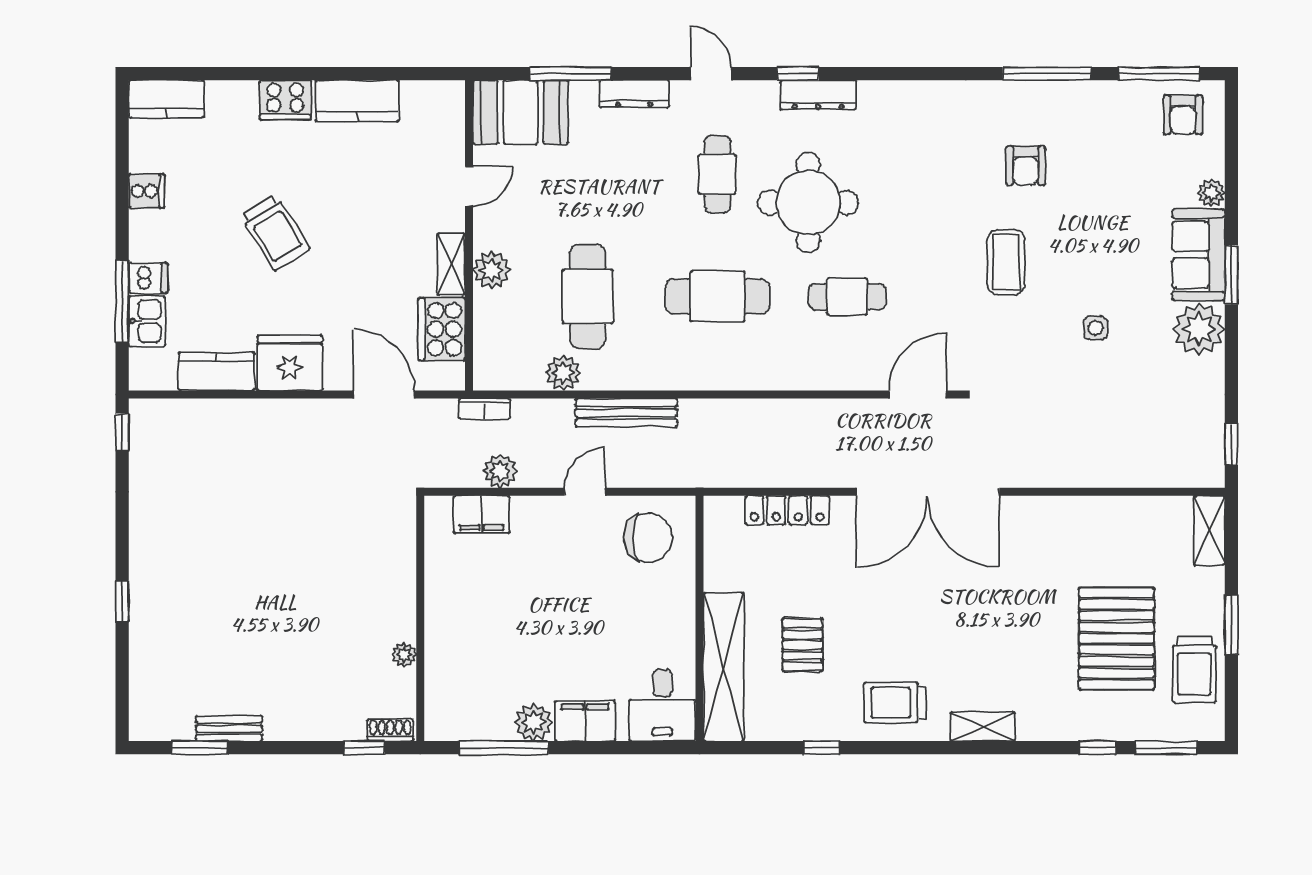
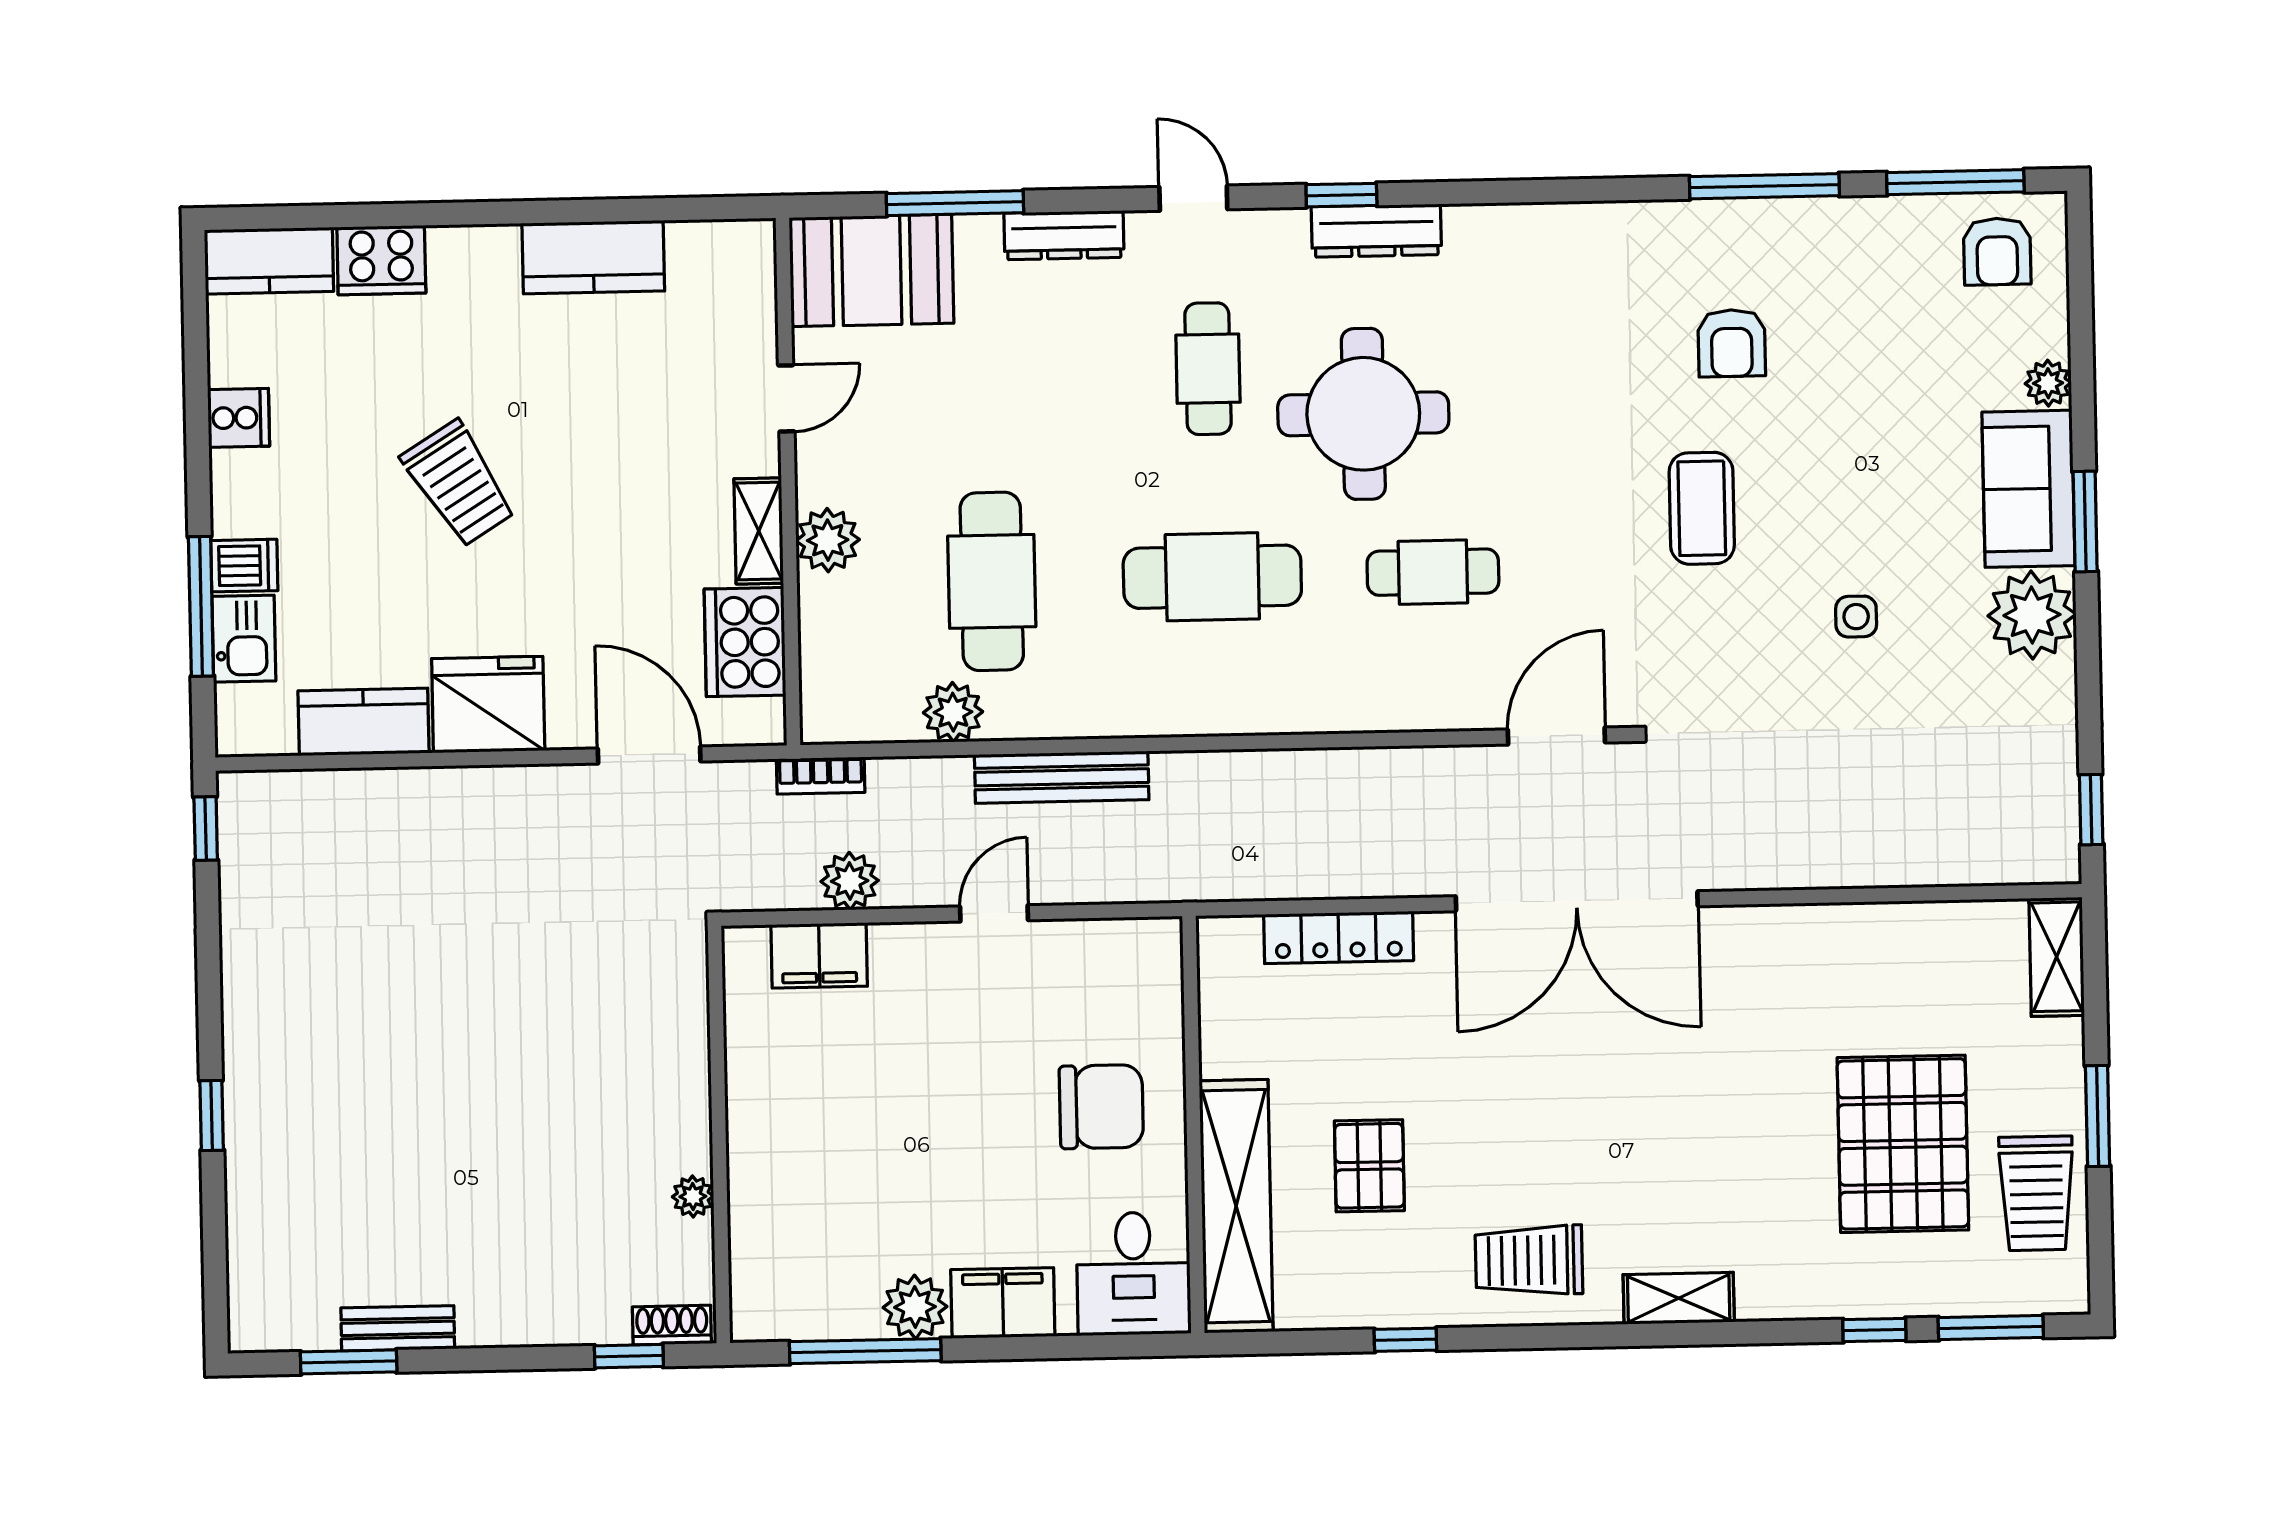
cooker: (285, 100) -> (381, 260), moved
chair: (648, 538) -> (1101, 1107), moved

